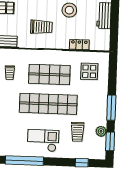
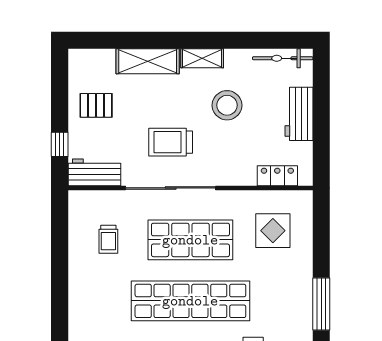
trolley: (41, 27) -> (171, 142), turned 180
locker: (79, 45) -> (277, 176), moved

